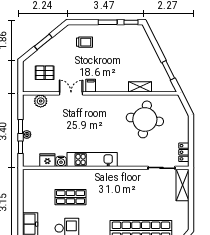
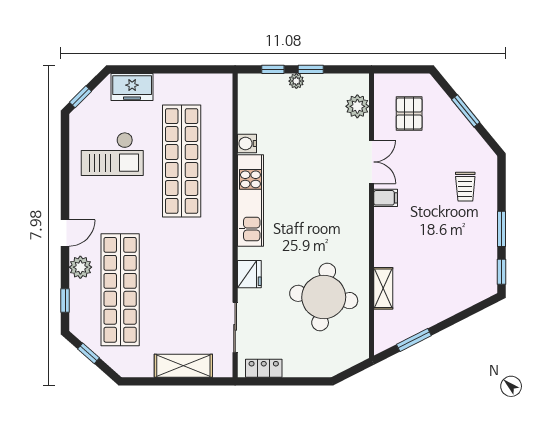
fridge: (47, 160) -> (249, 274), moved
shelving: (182, 185) -> (183, 366), moved
shop shelf: (71, 197) -> (182, 161), width x2.00, depth x1.36

